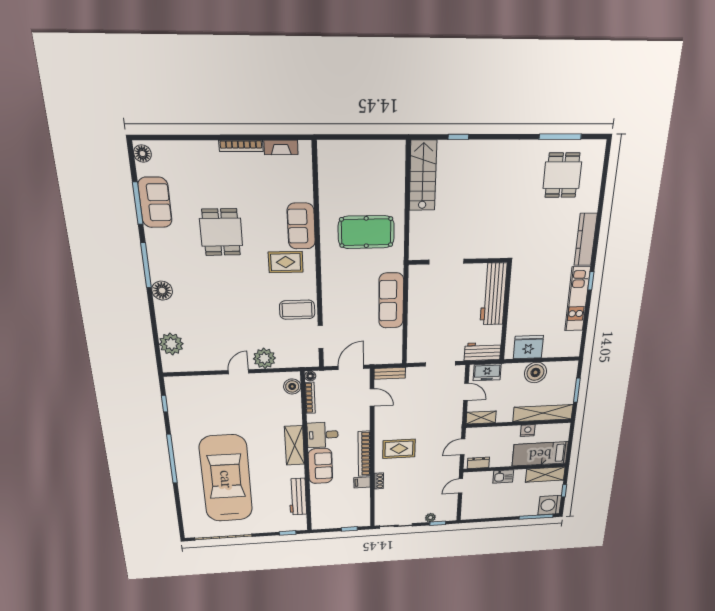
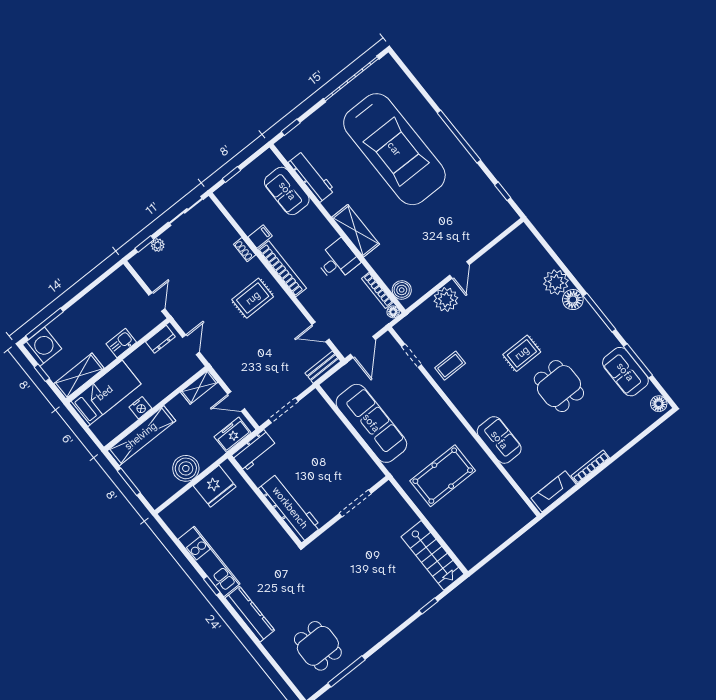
fireplace: (281, 147) -> (554, 491), width x1.37, depth x1.32
rug: (286, 262) -> (522, 353), moved
sofa: (391, 301) -> (371, 423), width x1.36, depth x1.27
coffee table: (297, 310) -> (450, 366), width x0.73, depth x0.77
plant: (171, 344) -> (556, 282), moved
sofa: (320, 466) -> (287, 191), moved

